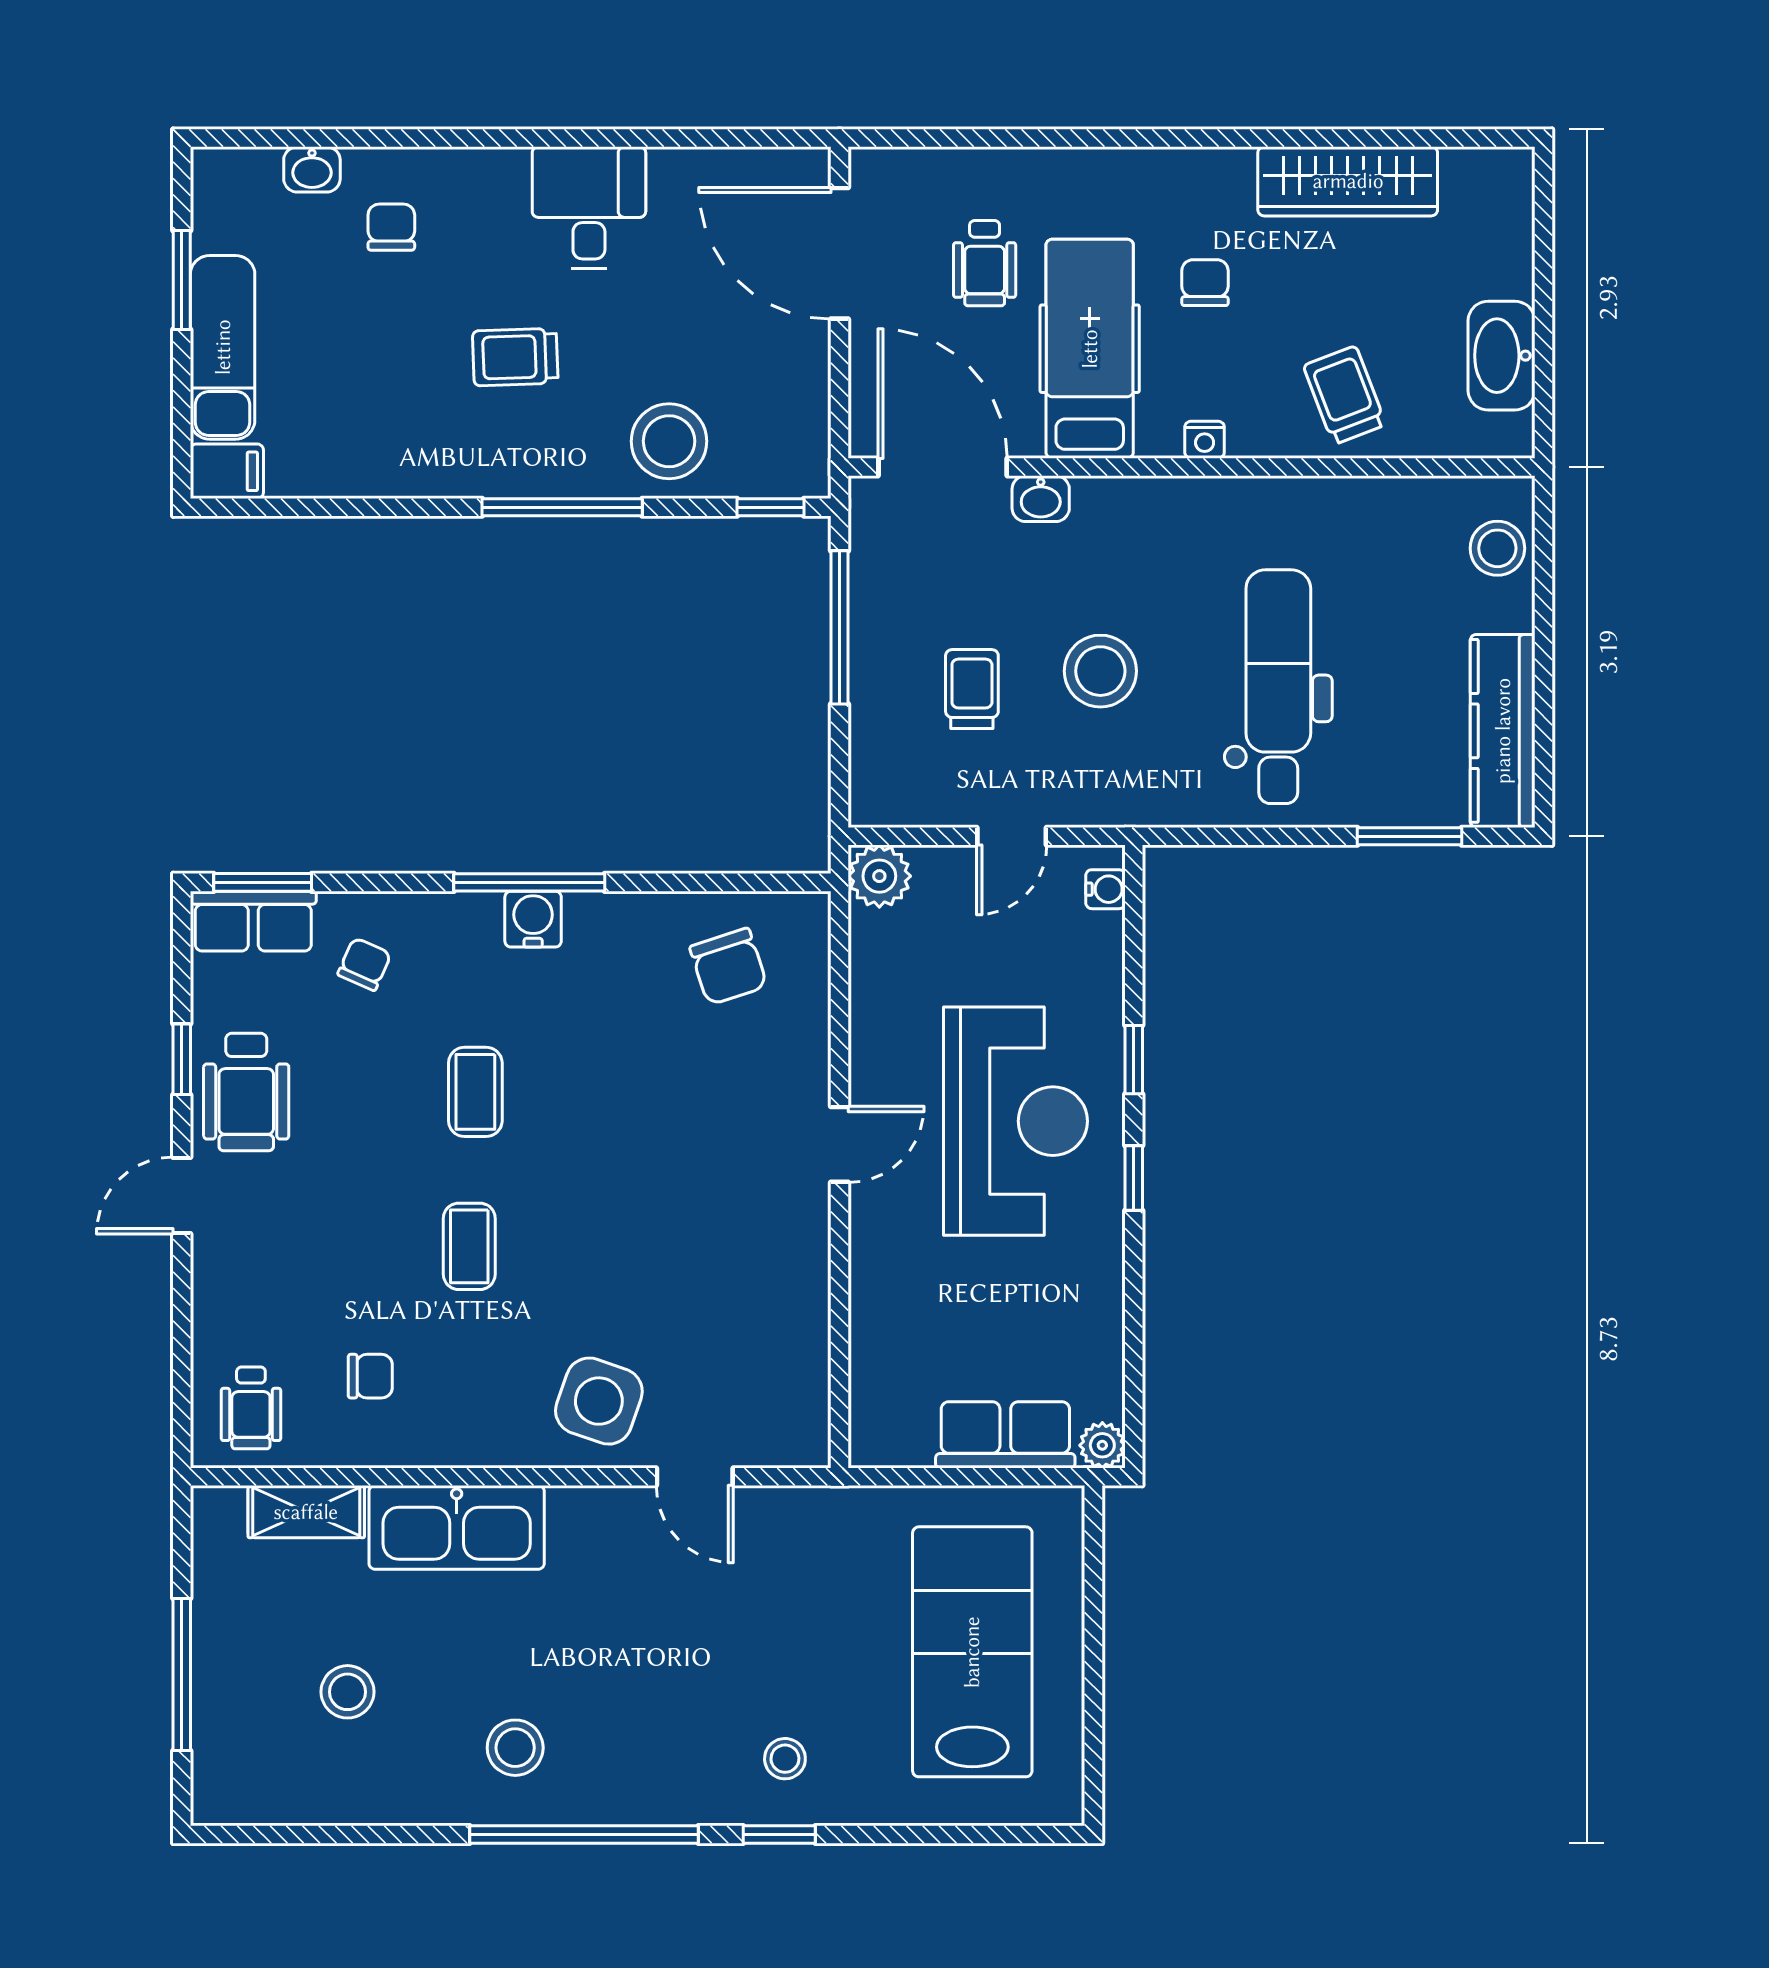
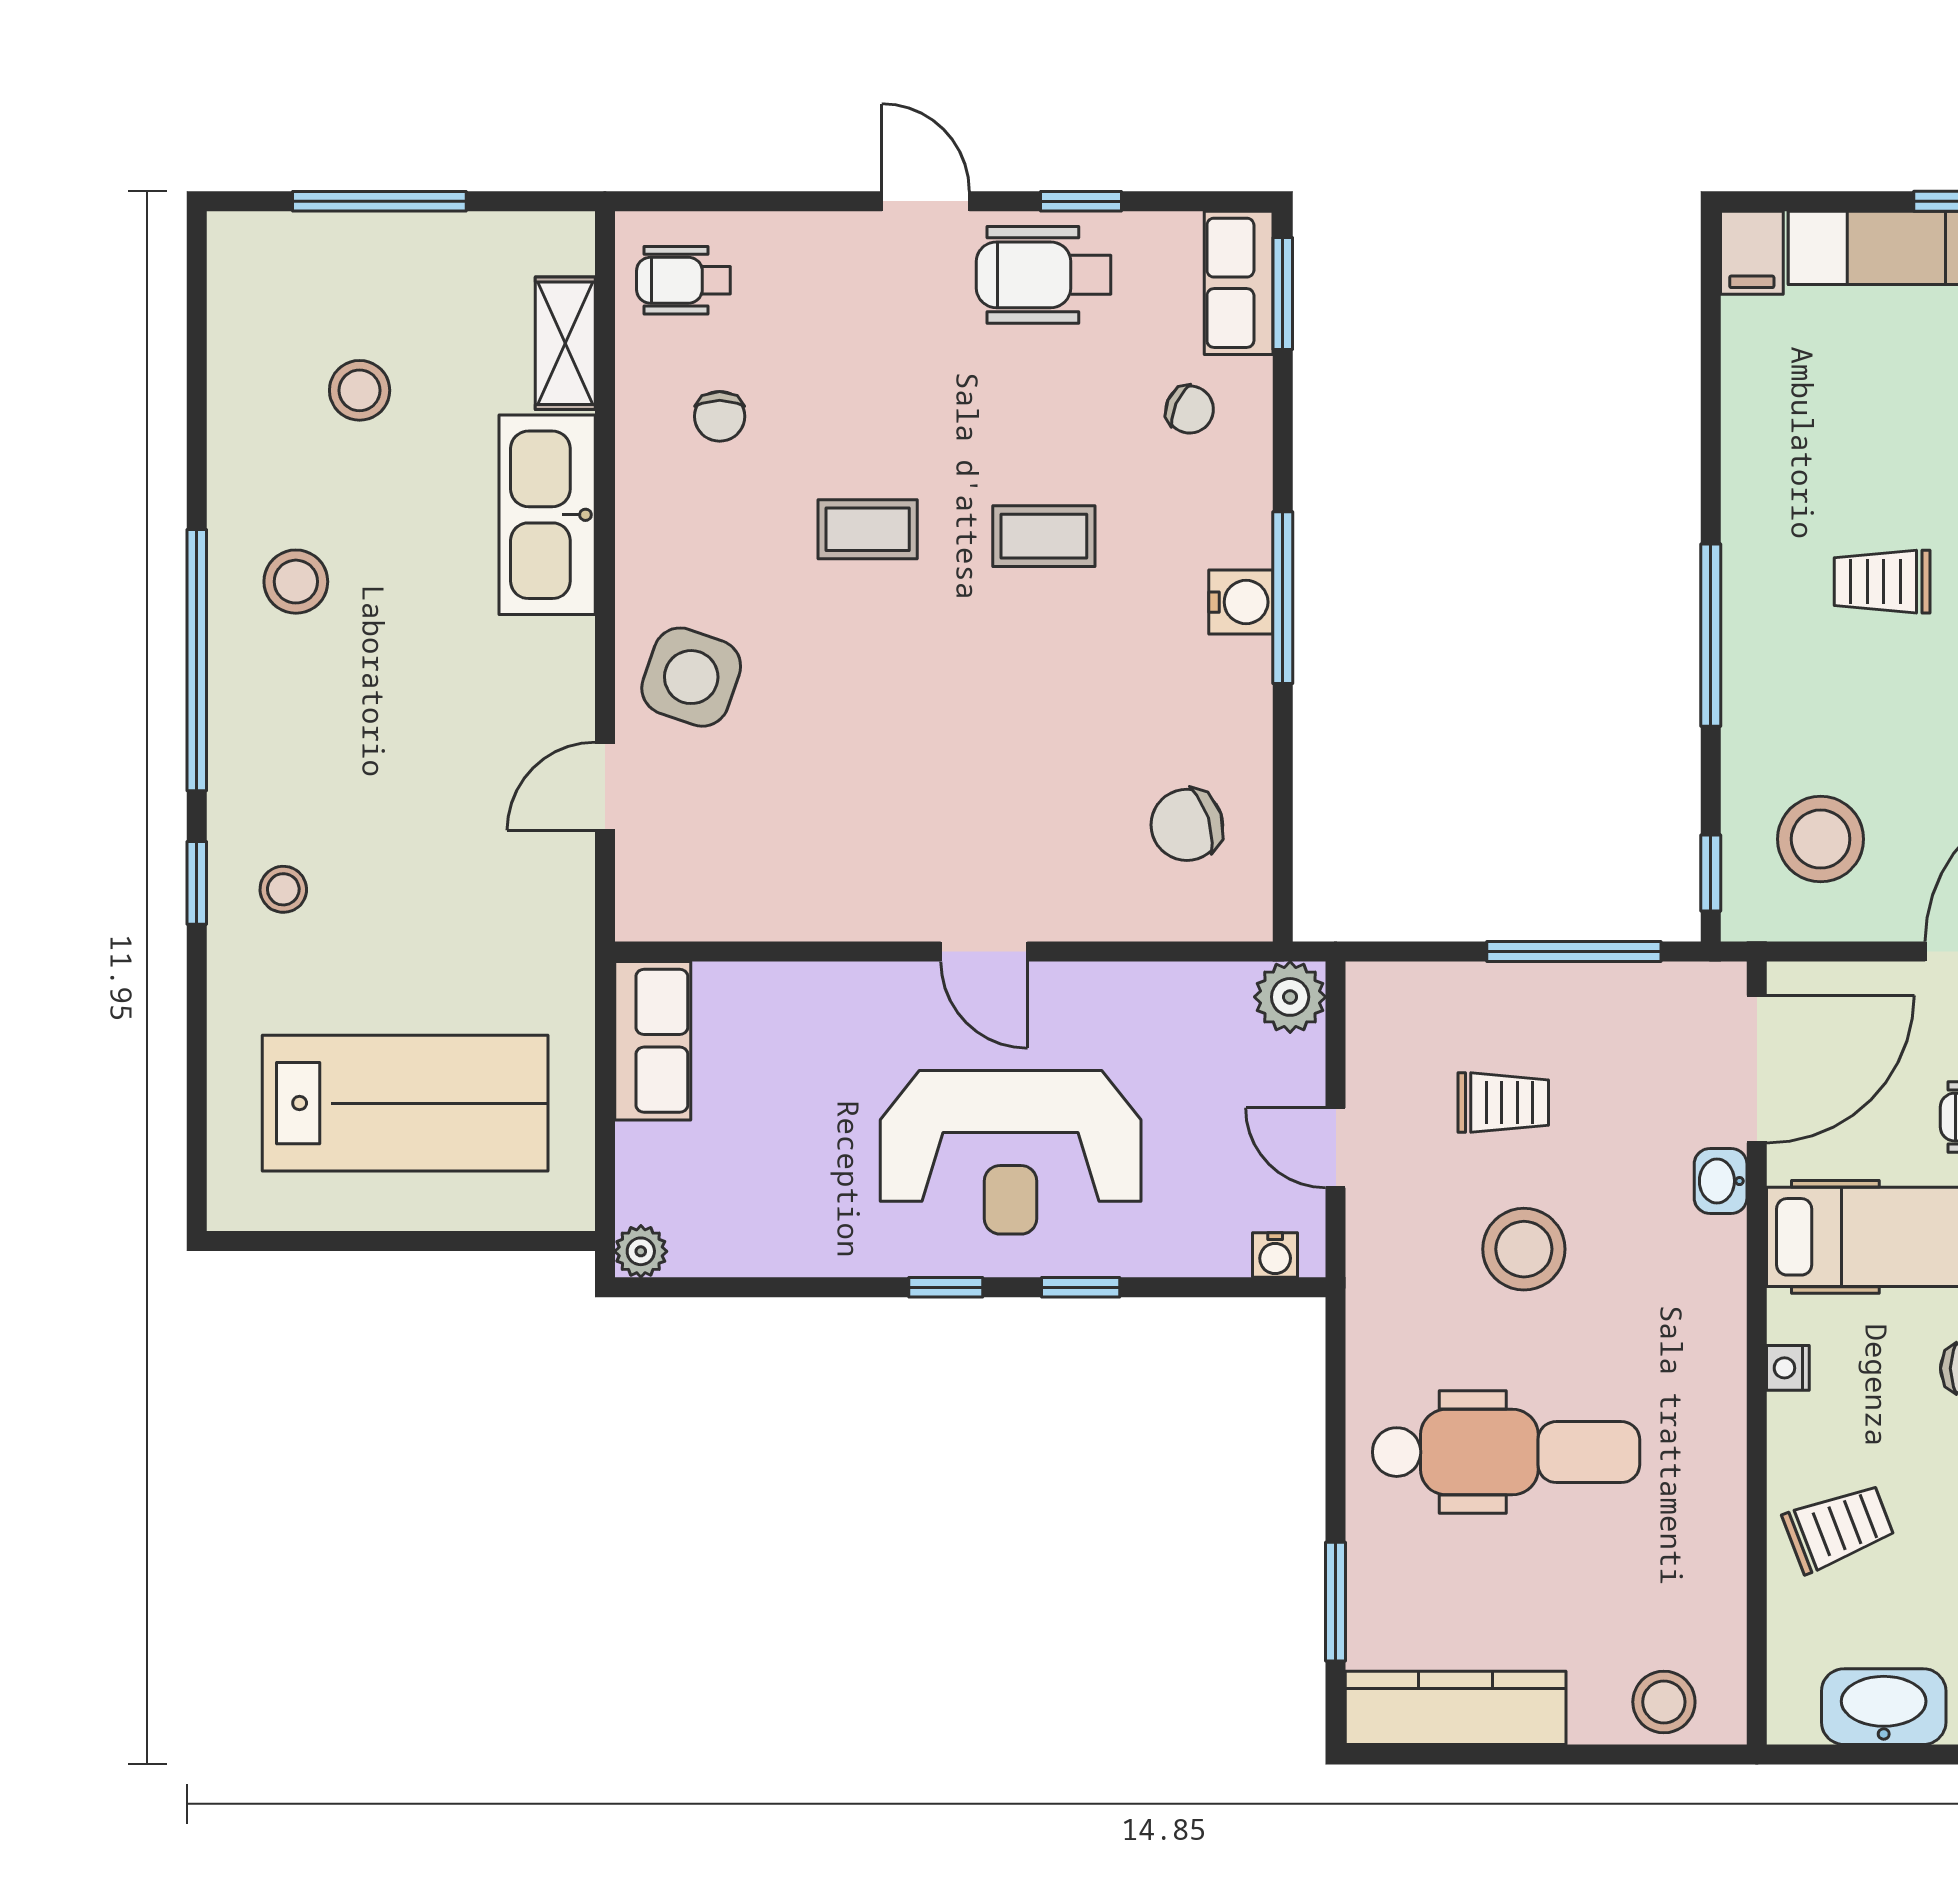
trolley: (515, 357) -> (1882, 582), turned -88
stool: (669, 441) -> (1821, 839), moved
row of seats: (1005, 1435) -> (653, 1041), moved

